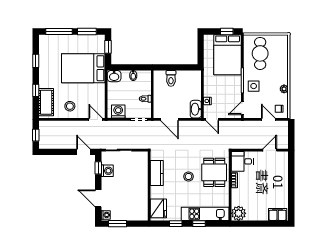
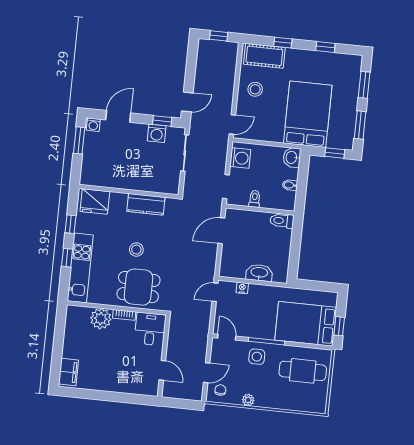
window: (59, 32) -> (364, 85), width x0.69
toilet: (171, 78) -> (282, 221), moved
washbasin: (196, 109) -> (259, 273), moved
plant: (239, 213) -> (101, 319), moved

